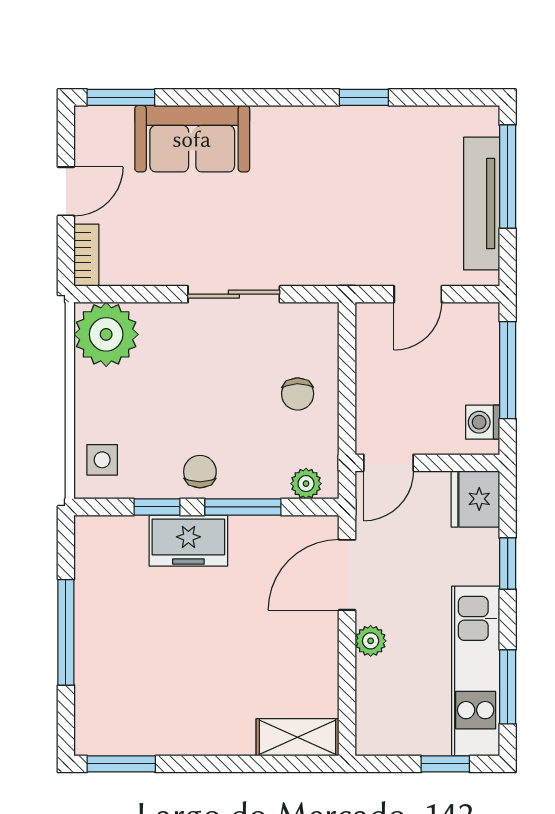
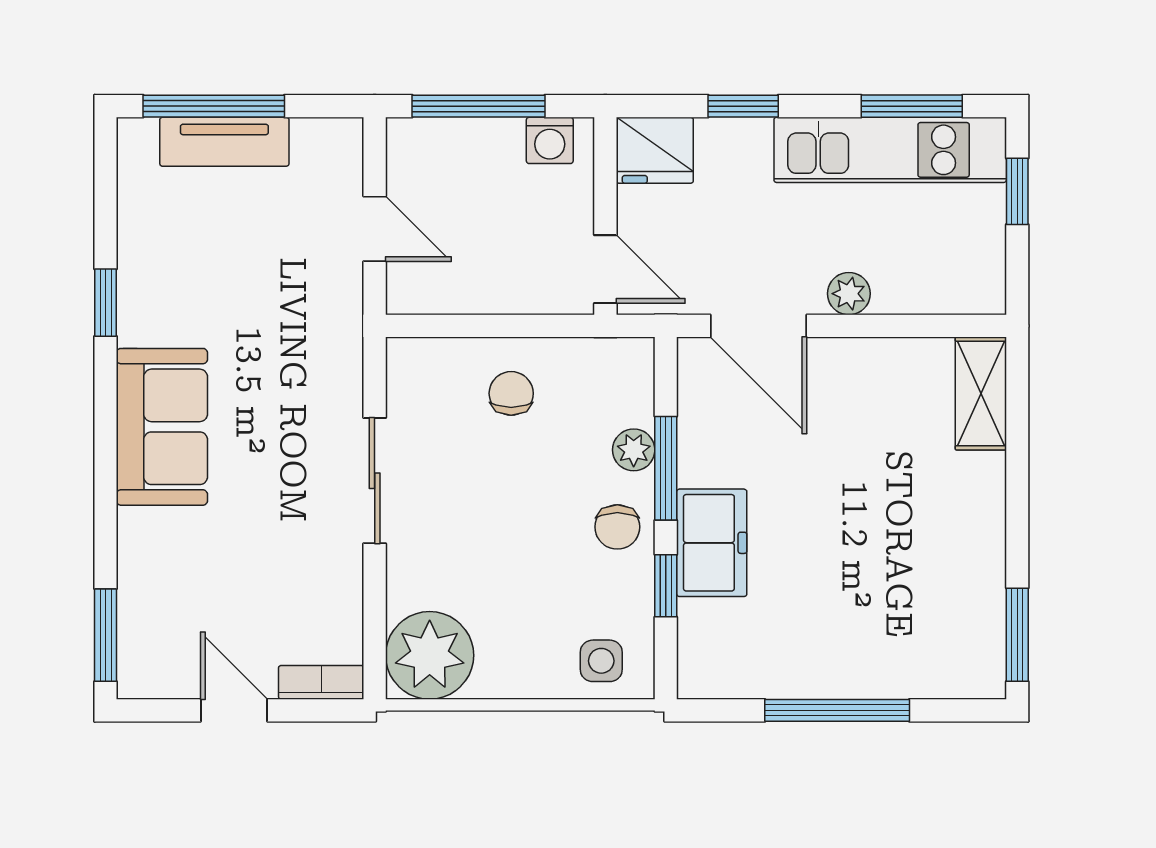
sofa: (192, 139) -> (162, 427), moved
tv unit: (482, 204) -> (224, 142), width x0.71
chair: (298, 394) -> (511, 393), turned -89
chair: (200, 472) -> (617, 527), turned -90
plant: (306, 484) -> (634, 450), moved

